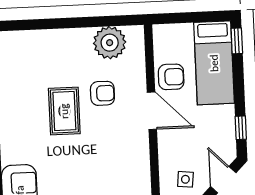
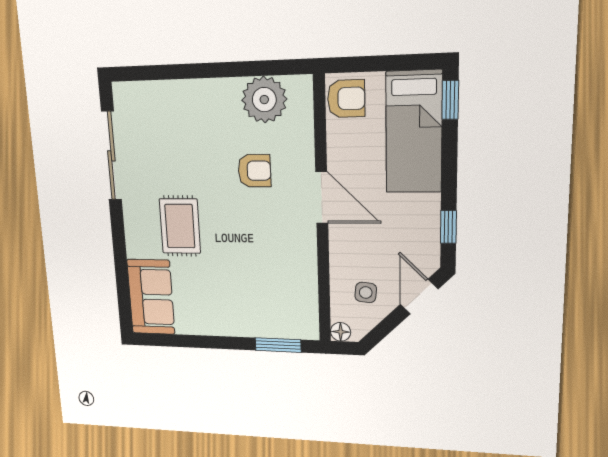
armchair: (171, 77) -> (346, 99), moved
rug: (64, 111) -> (180, 226), moved

